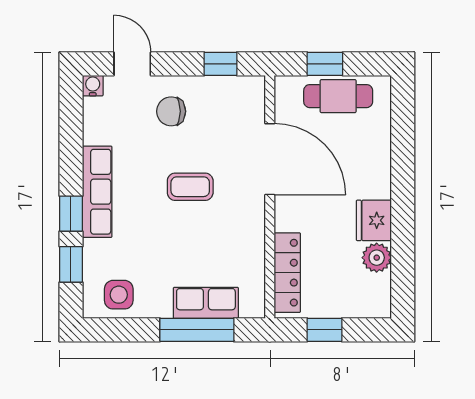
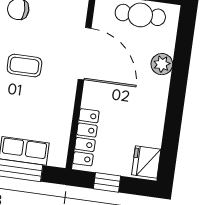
fridge: (374, 220) -> (146, 162), moved
plant: (377, 258) -> (162, 64), moved

